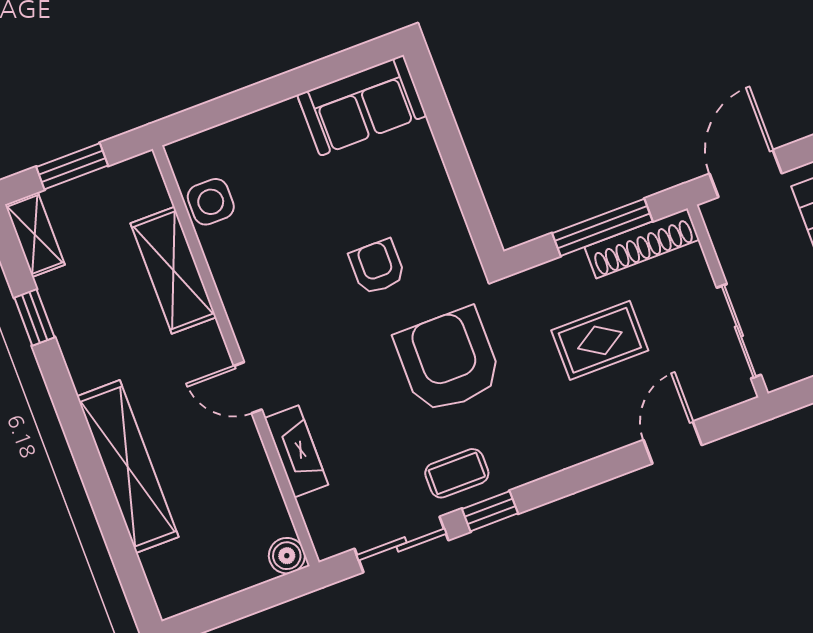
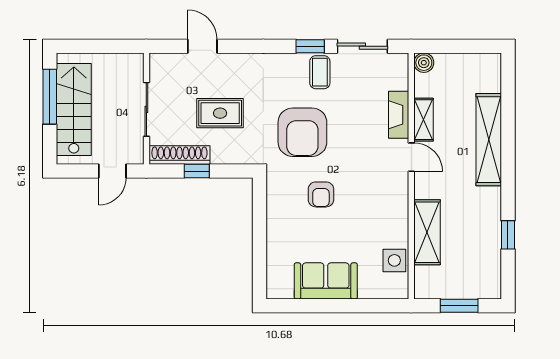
sofa: (362, 105) -> (326, 281), moved
door: (746, 174) -> (112, 171), width x0.73
window: (602, 227) -> (197, 171), width x0.46
shelving: (35, 235) -> (424, 120), moved
sliding door: (739, 331) -> (146, 109), moved
door: (673, 443) -> (202, 46), swing flipped
coffee table: (457, 473) -> (320, 72), turned 90

